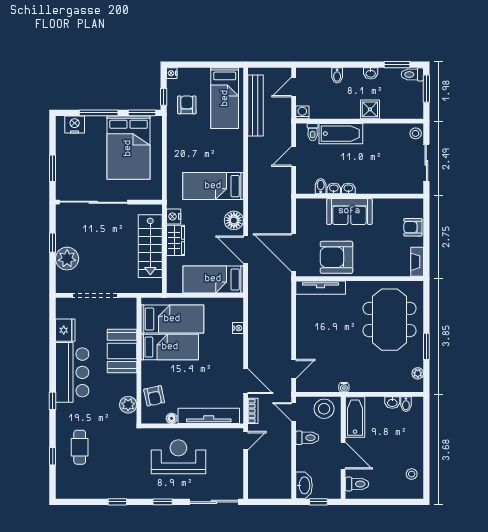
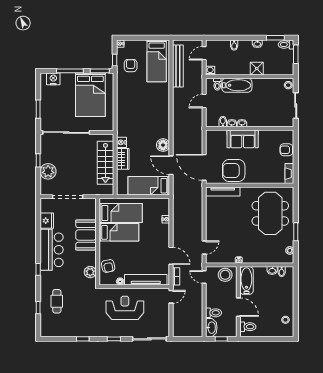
bed: (213, 186) -> (149, 121), removed
toilet: (307, 438) -> (214, 313), moved

